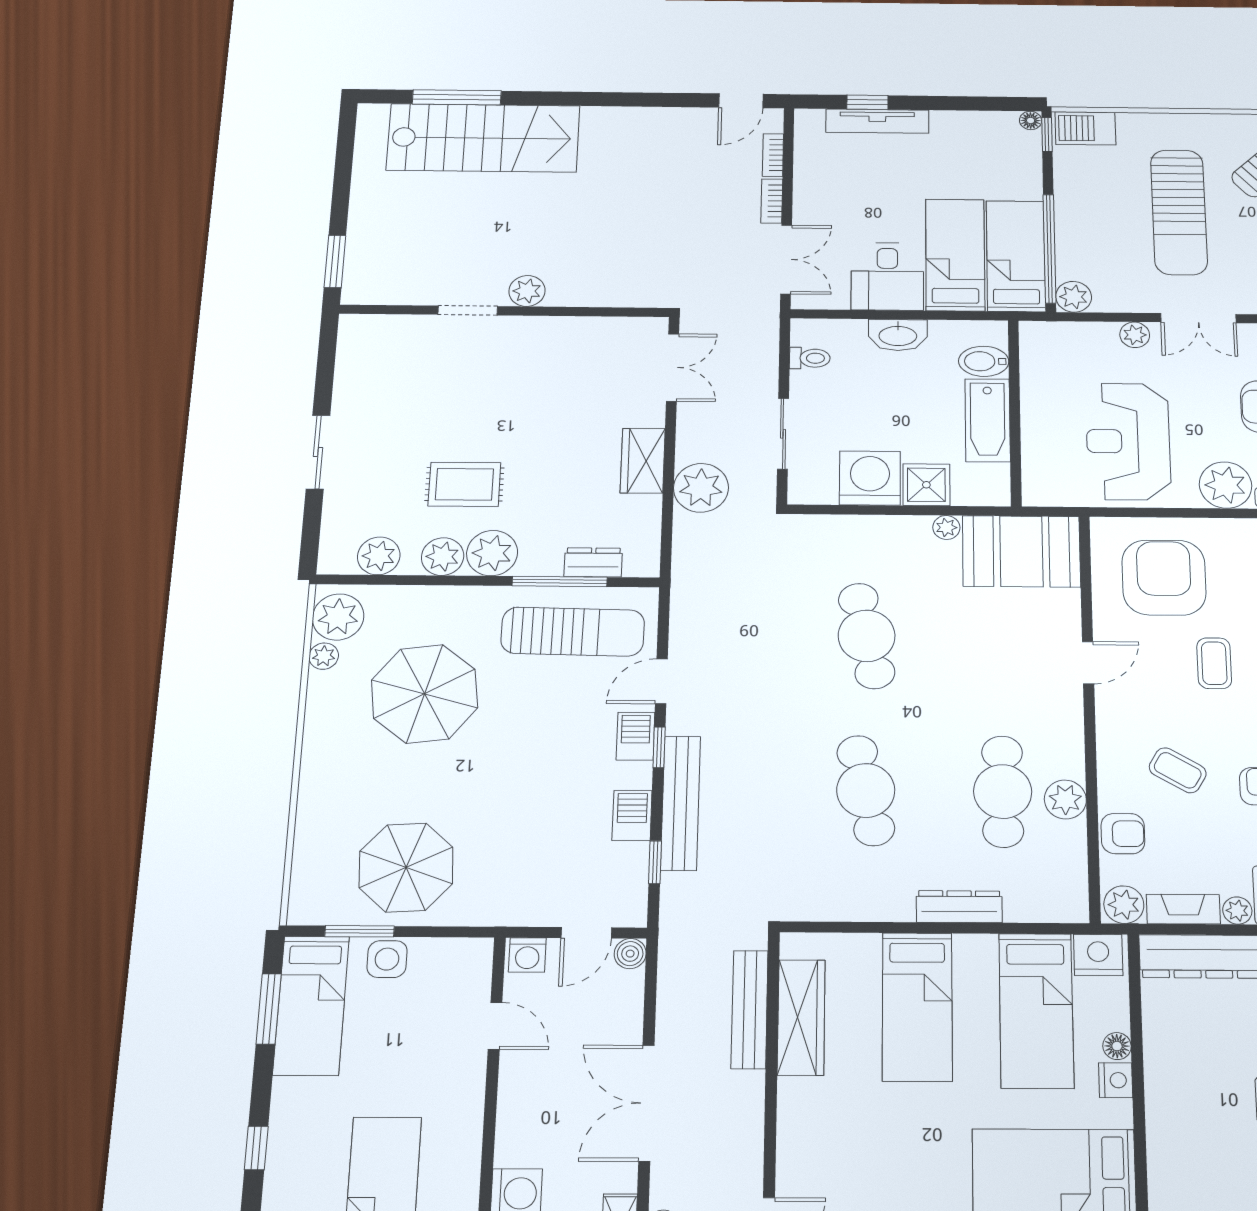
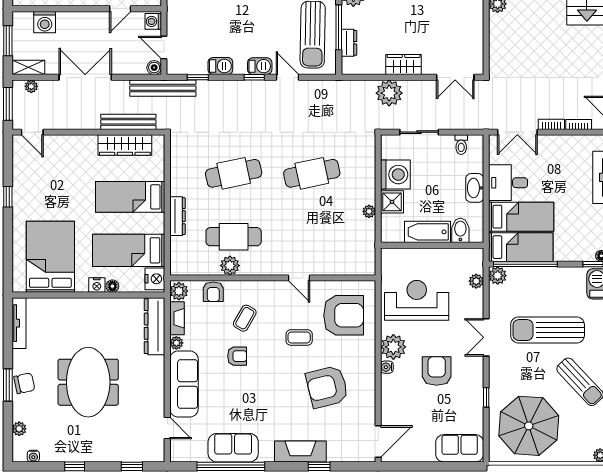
plant: (1135, 335) -> (476, 281), moved
booth: (1021, 551) -> (357, 247), removed
bench: (681, 803) -> (163, 88), moved

